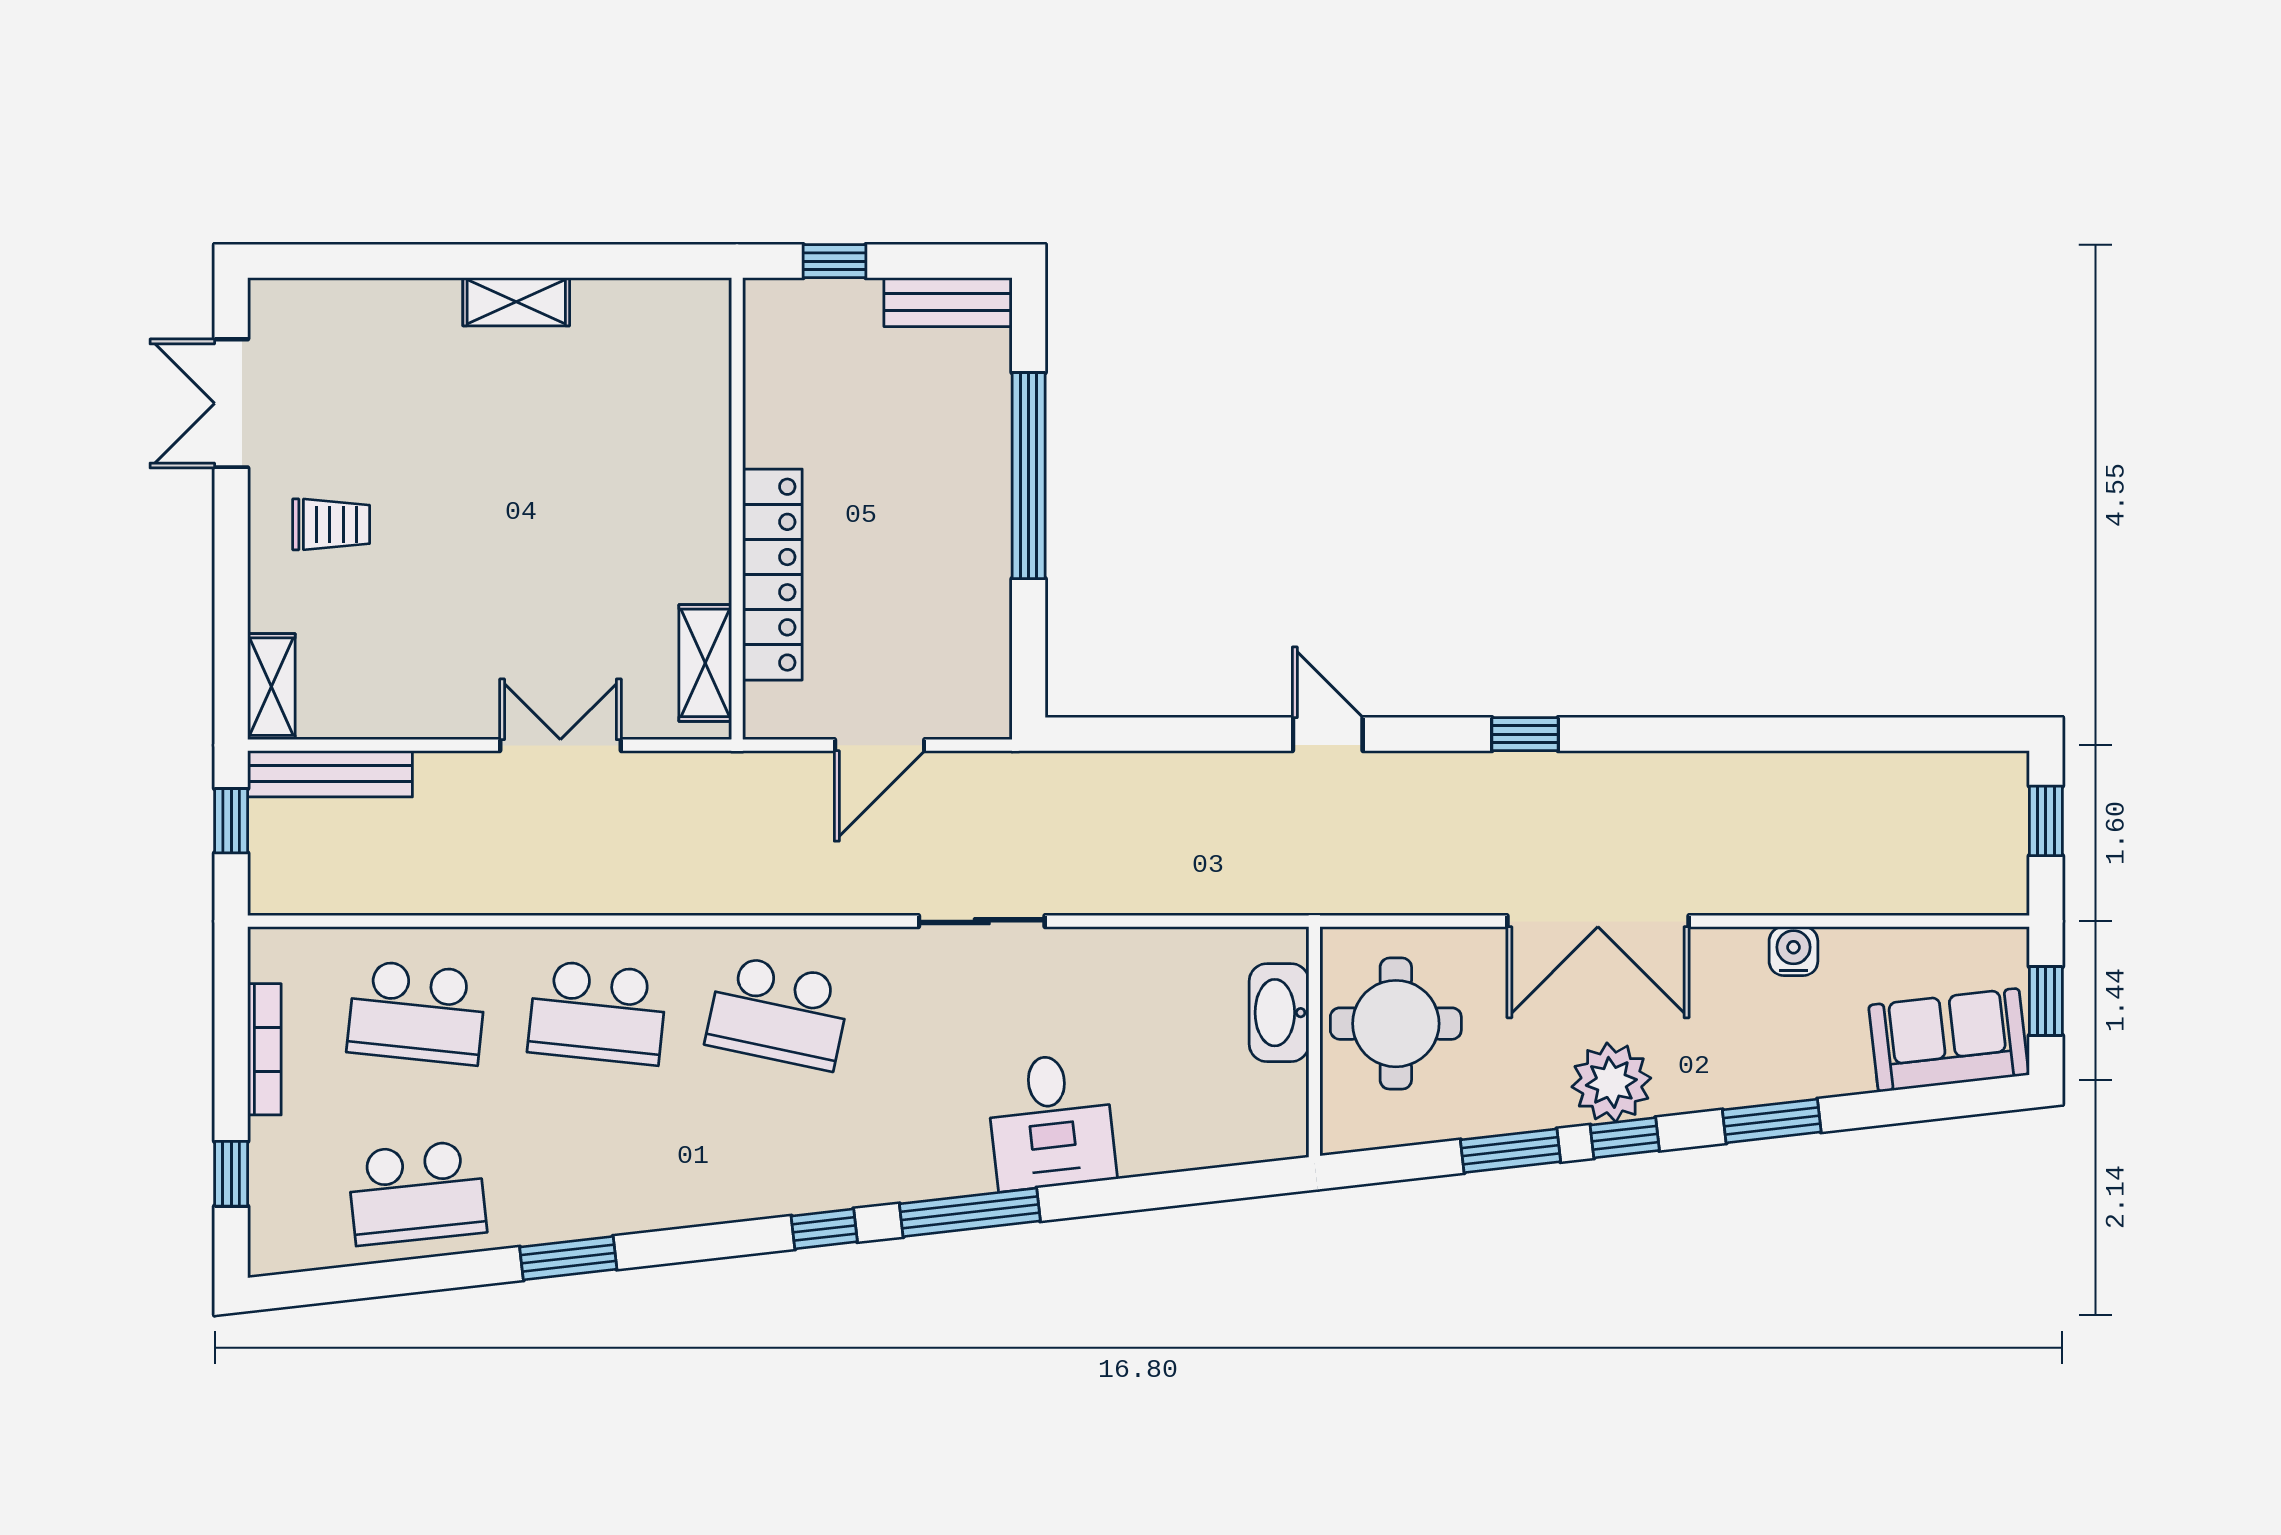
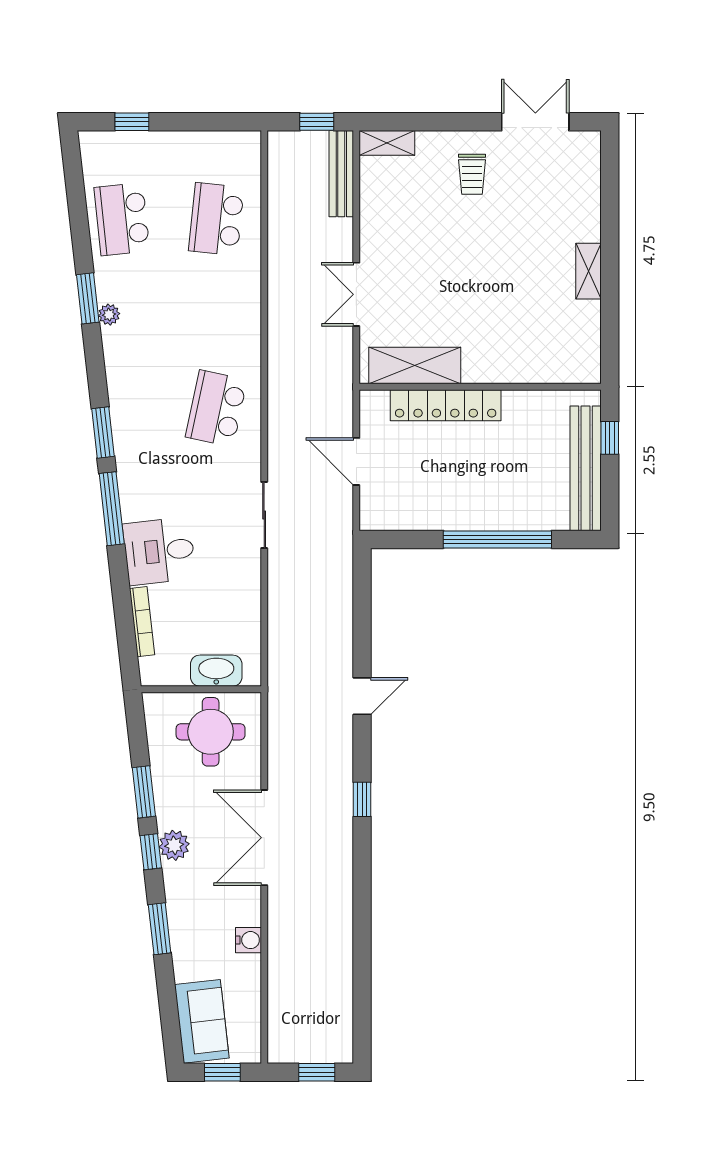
bench: (948, 302) -> (586, 468), width x1.86, depth x1.21
shelving: (705, 663) -> (415, 366), width x1.50, depth x1.33
double door: (560, 745) -> (356, 294), swing flipped
school desk: (598, 1013) -> (216, 314), removed
bookcase: (264, 1049) -> (142, 622), moved, turned -96
plant: (1611, 1082) -> (174, 845), width x0.73, depth x0.73
plant: (599, 1217) -> (109, 315), added
window: (824, 1229) -> (103, 432), width x1.50

